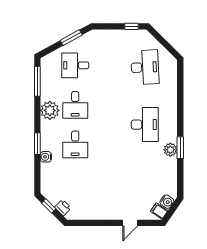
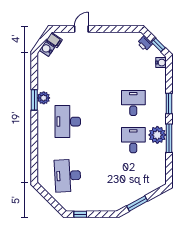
desk: (75, 65) -> (133, 177), removed
window: (37, 81) -> (169, 138), moved
water cooler: (46, 157) -> (161, 63), moved

